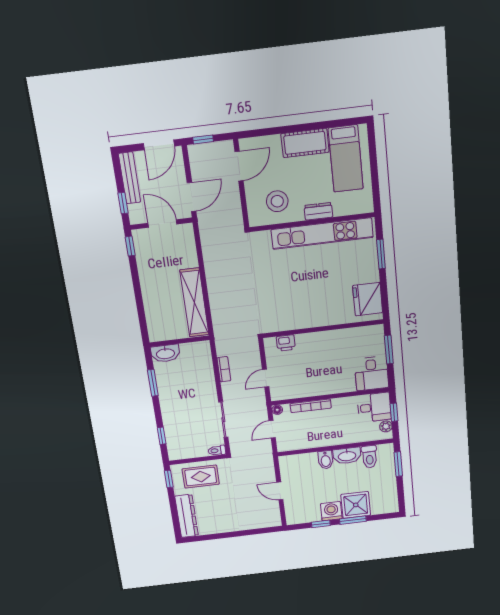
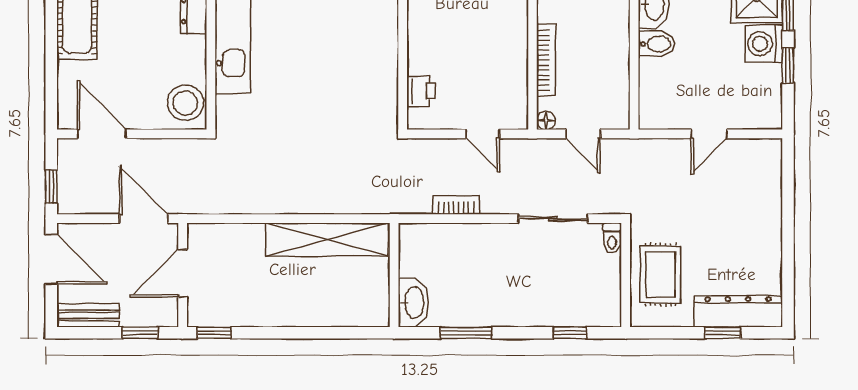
bench: (130, 178) -> (88, 315), width x0.73
stool: (277, 201) -> (185, 103), moved
window: (169, 479) -> (723, 333), moved

